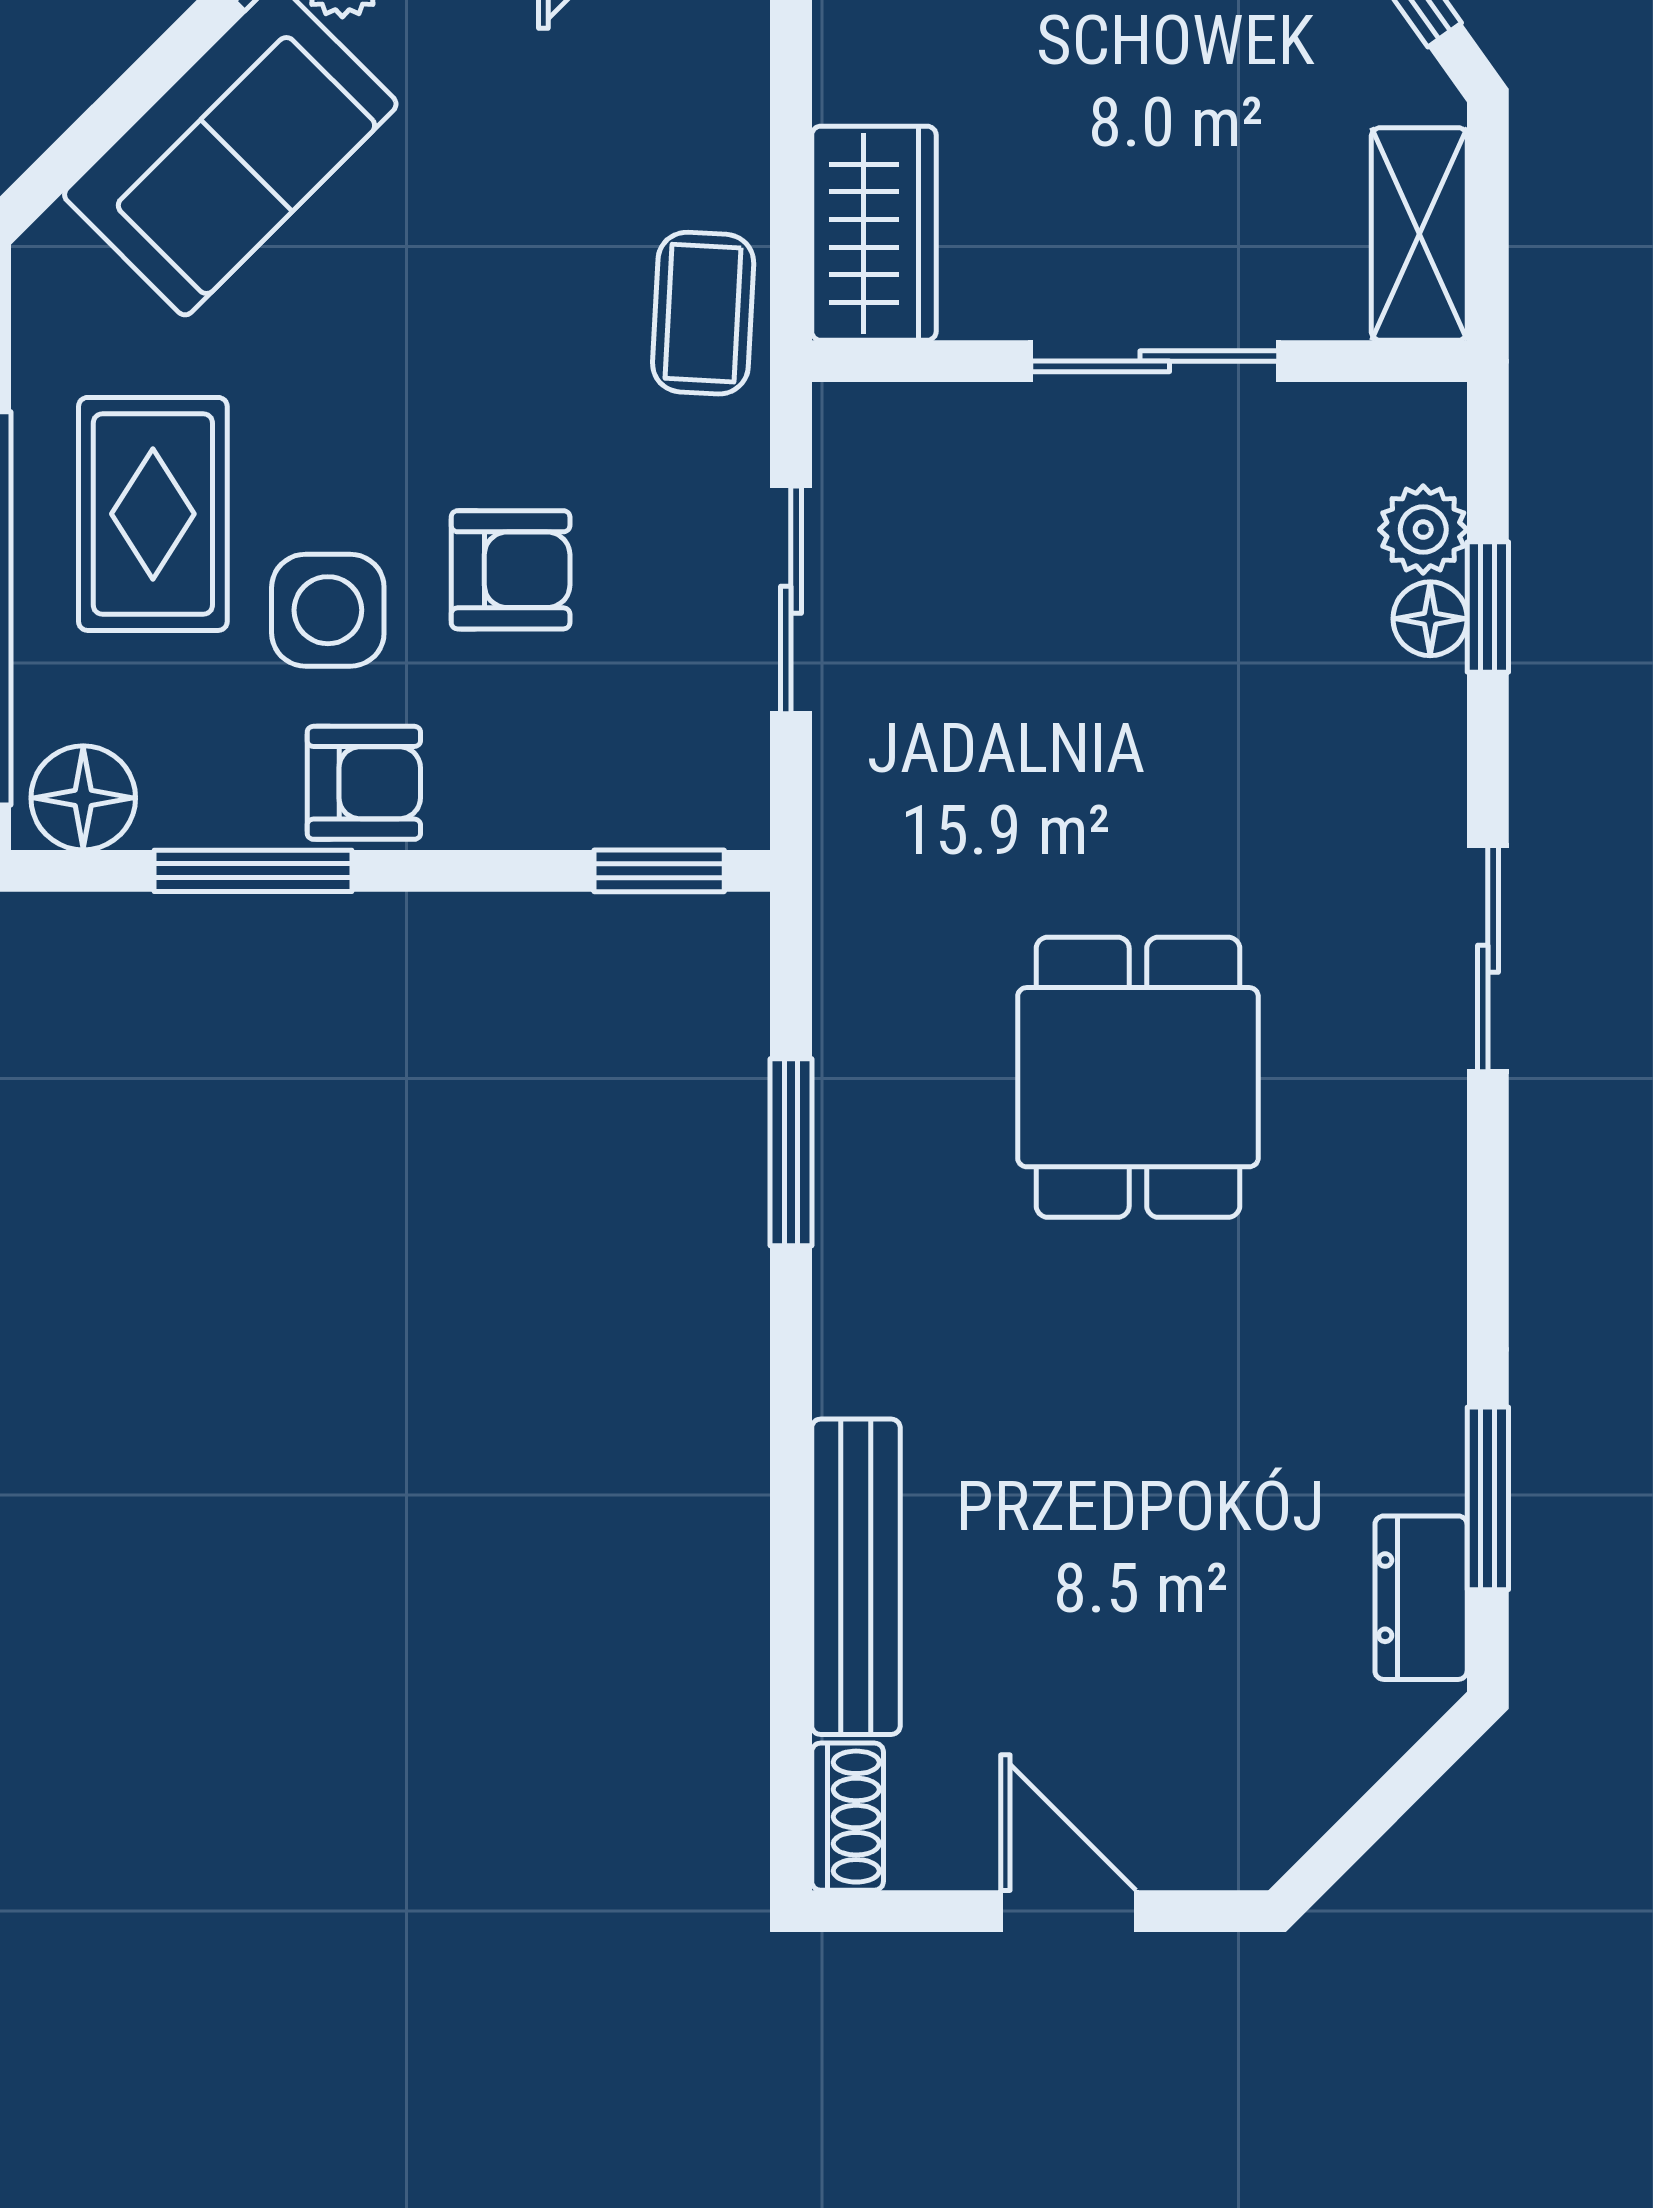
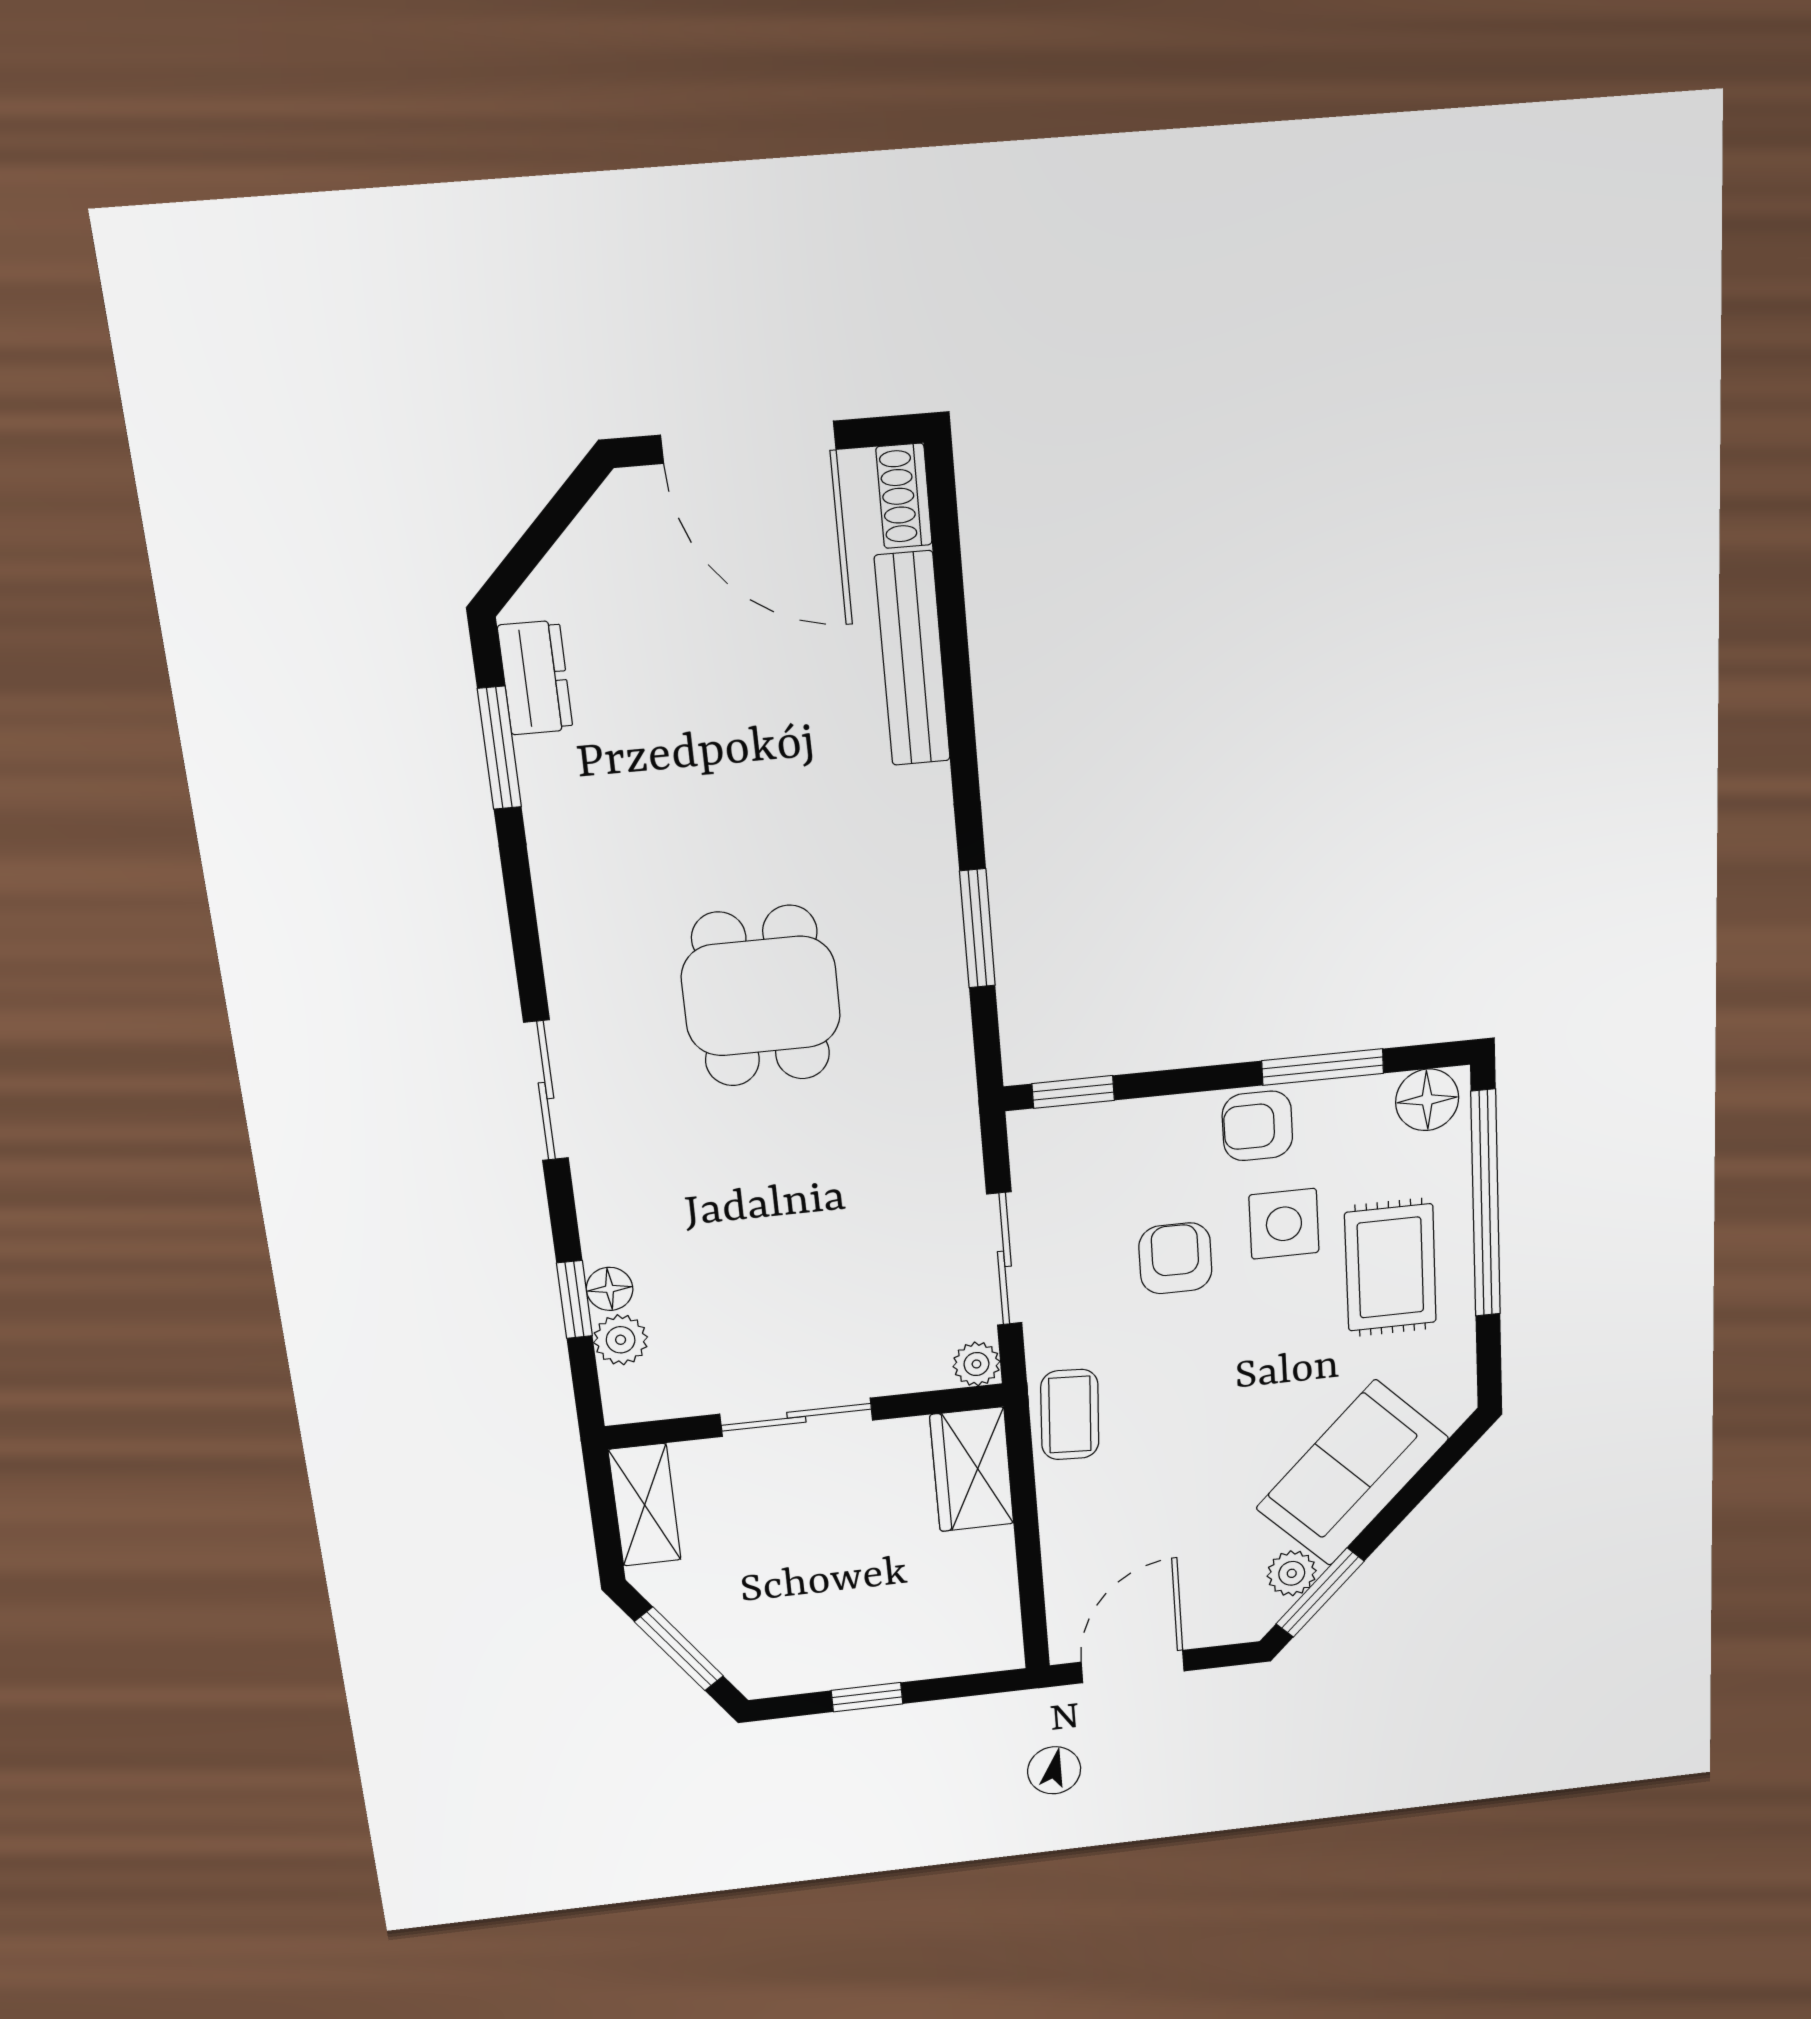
plant: (851, 421) -> (976, 1364), added
armchair: (511, 570) -> (1175, 1258), turned 90
door: (1068, 1911) -> (749, 442), width x1.87

